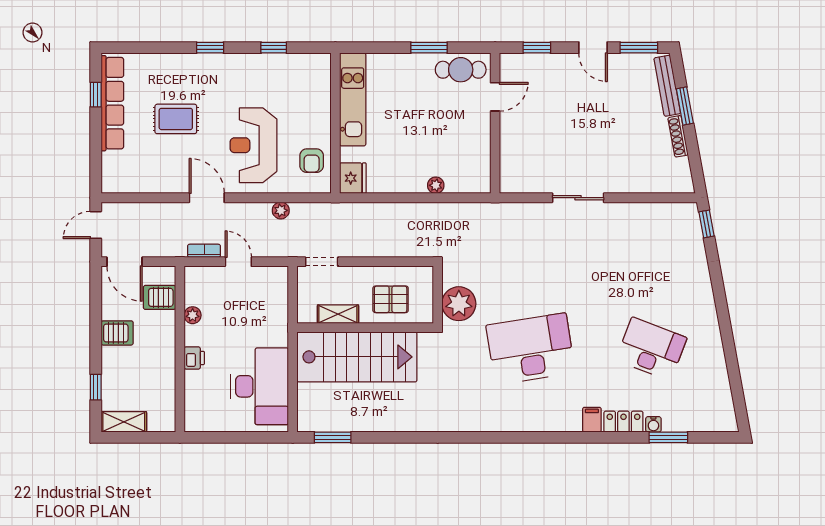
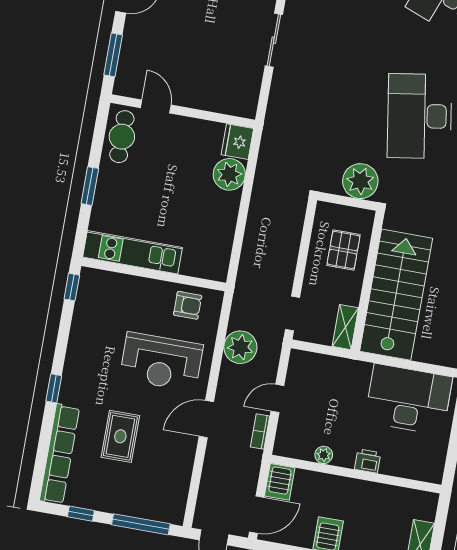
window: (274, 48) -> (72, 287), moved
window: (429, 48) -> (90, 186), moved
window: (537, 48) -> (113, 55), width x1.50
row of seats: (112, 103) -> (60, 454), moved, turned 90
window: (96, 153) -> (141, 524), added
fridge: (353, 178) -> (237, 142), moved, turned -90
plant: (436, 185) -> (229, 174), width x1.87, depth x1.87
plant: (281, 210) -> (240, 347), width x1.87, depth x1.87
server rack: (160, 297) -> (280, 482), moved
shelving: (338, 314) -> (345, 327), moved

